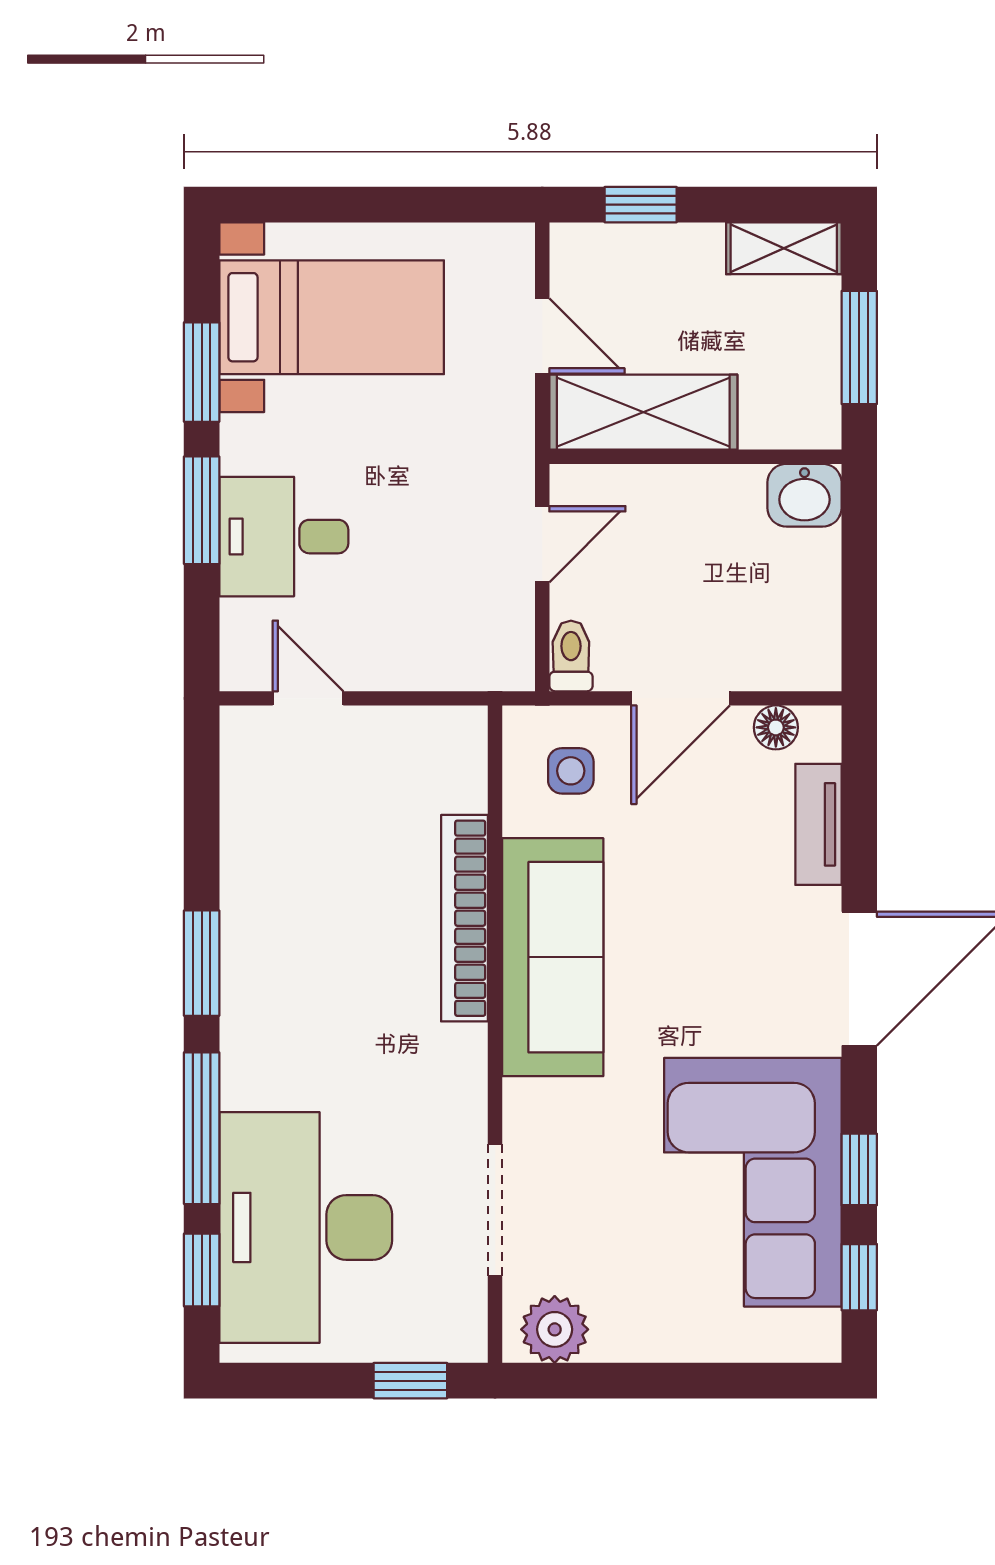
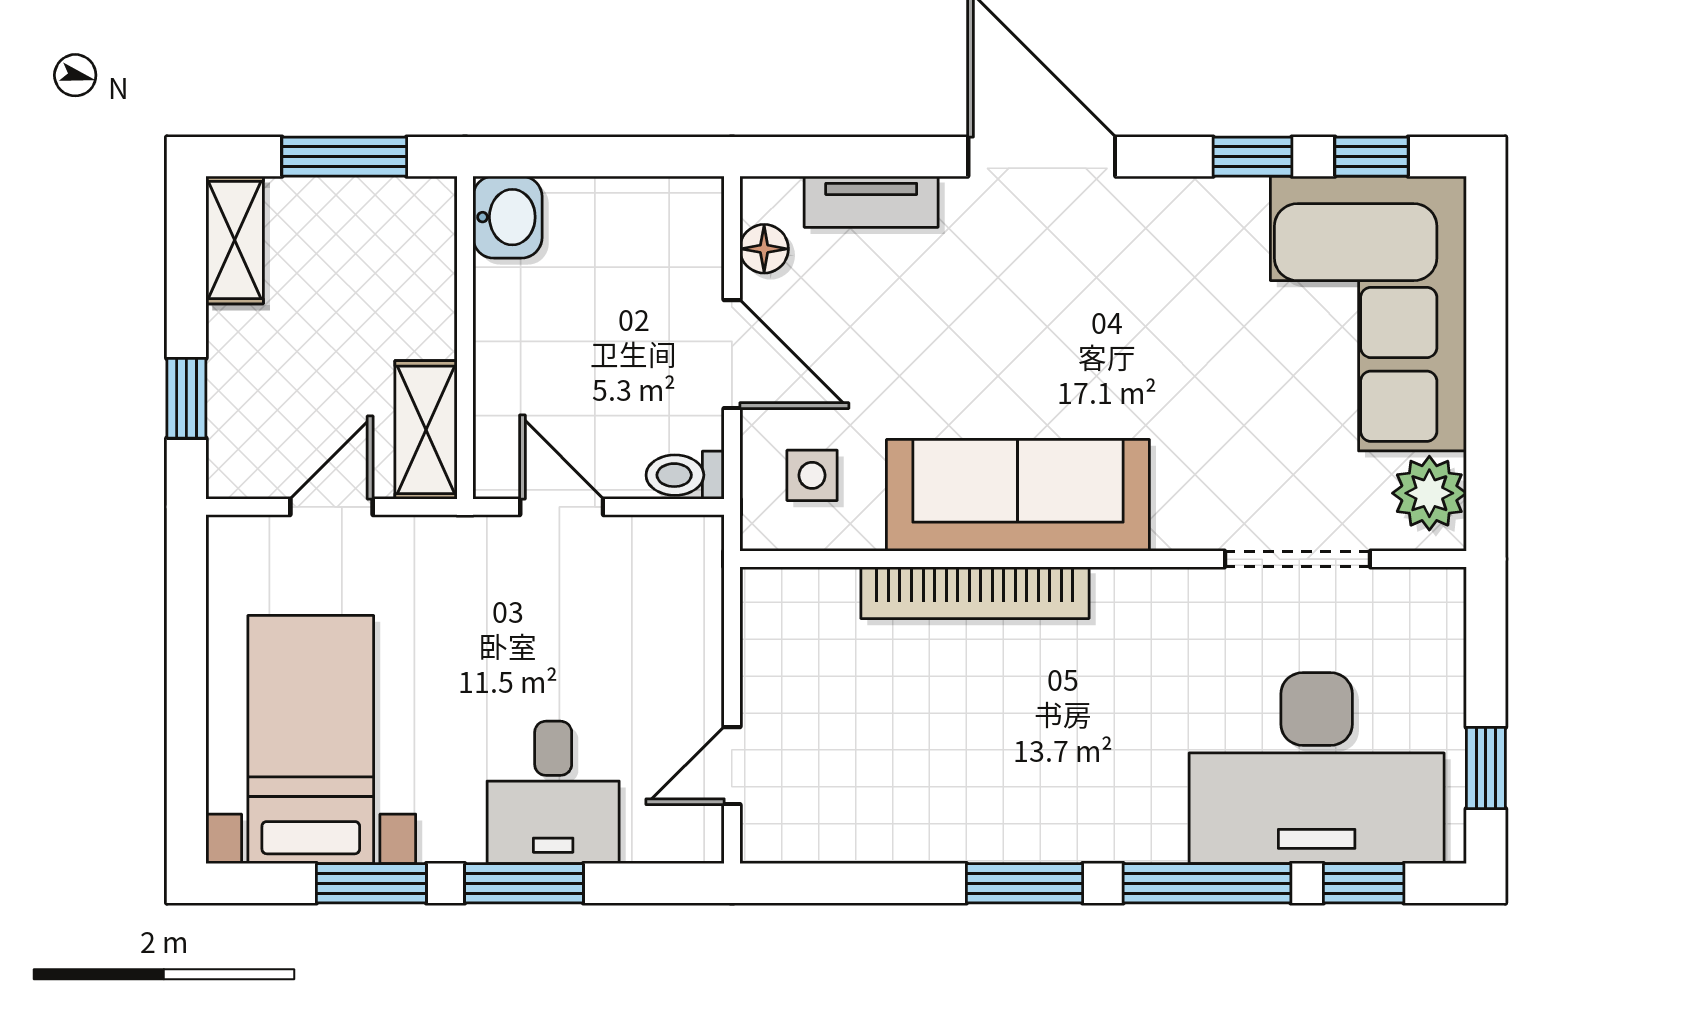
shelving: (643, 412) -> (426, 430), width x0.67, depth x0.75
corner sofa: (753, 1182) -> (1368, 314), moved, turned 90
window: (410, 1381) -> (1486, 768), moved

